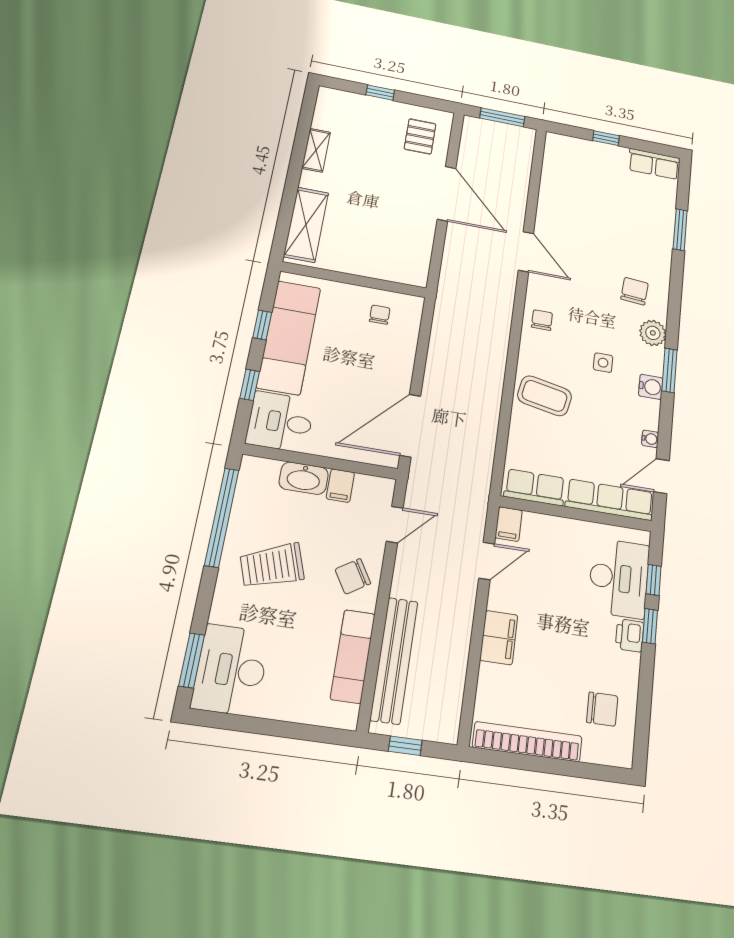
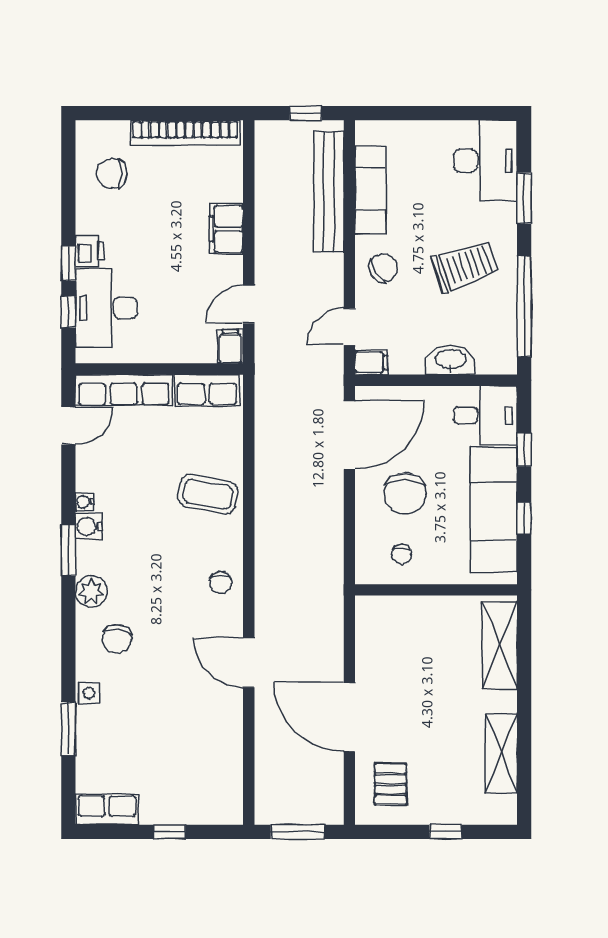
shelving: (316, 150) -> (501, 753), width x1.50, depth x1.33
side table: (603, 363) -> (89, 693), moved
chair: (367, 366) -> (405, 494), added
water cooler: (650, 439) -> (84, 502), moved
filing cabinet: (340, 486) -> (371, 362), moved, turned 90
window: (192, 660) -> (524, 198), moved

